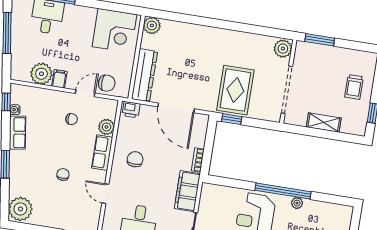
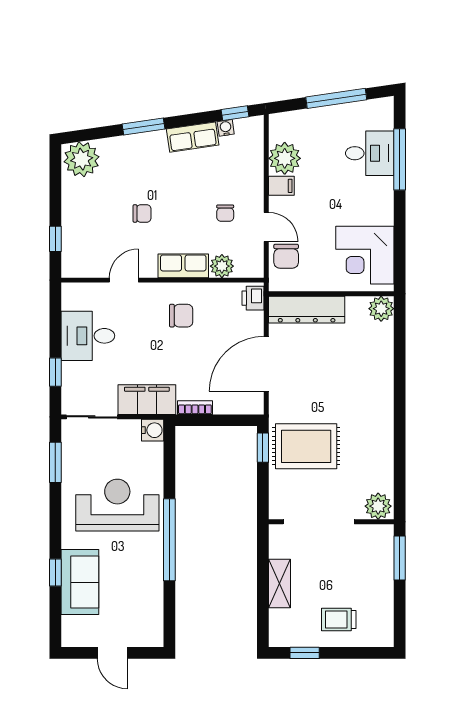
water cooler: (208, 190) -> (153, 430), added
plant: (297, 203) -> (155, 563), removed

